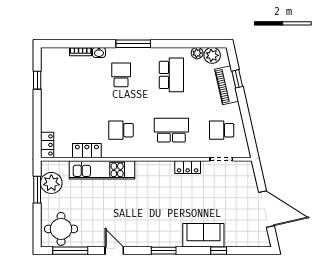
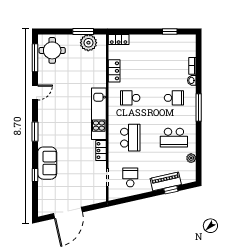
plant: (212, 55) -> (189, 170), removed
school desk: (121, 130) -> (130, 98), turned -90
kitchen unit: (102, 170) -> (99, 114), moved

